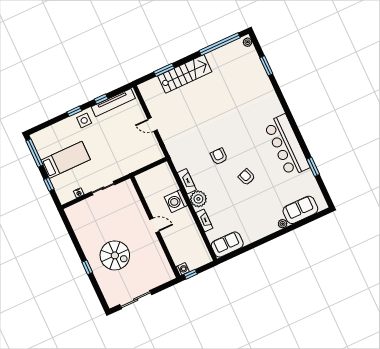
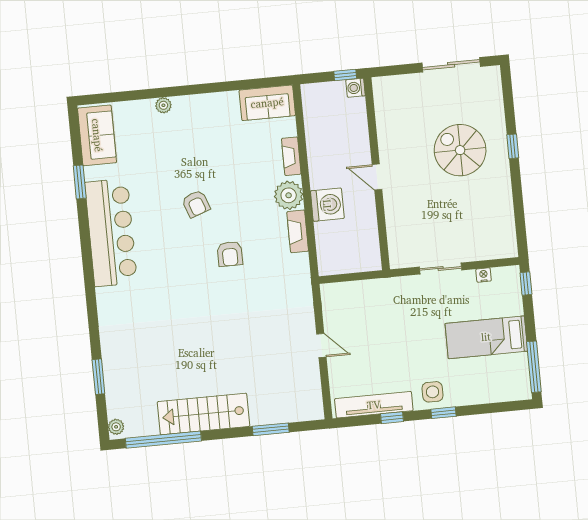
stairs: (185, 74) -> (203, 414), moved
window: (49, 184) -> (526, 284), moved
sofa: (300, 210) -> (97, 135), moved, turned -90

